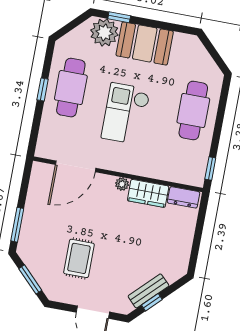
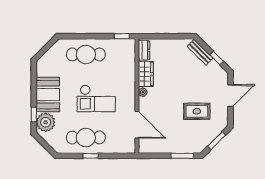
bench: (148, 291) -> (200, 52), moved

